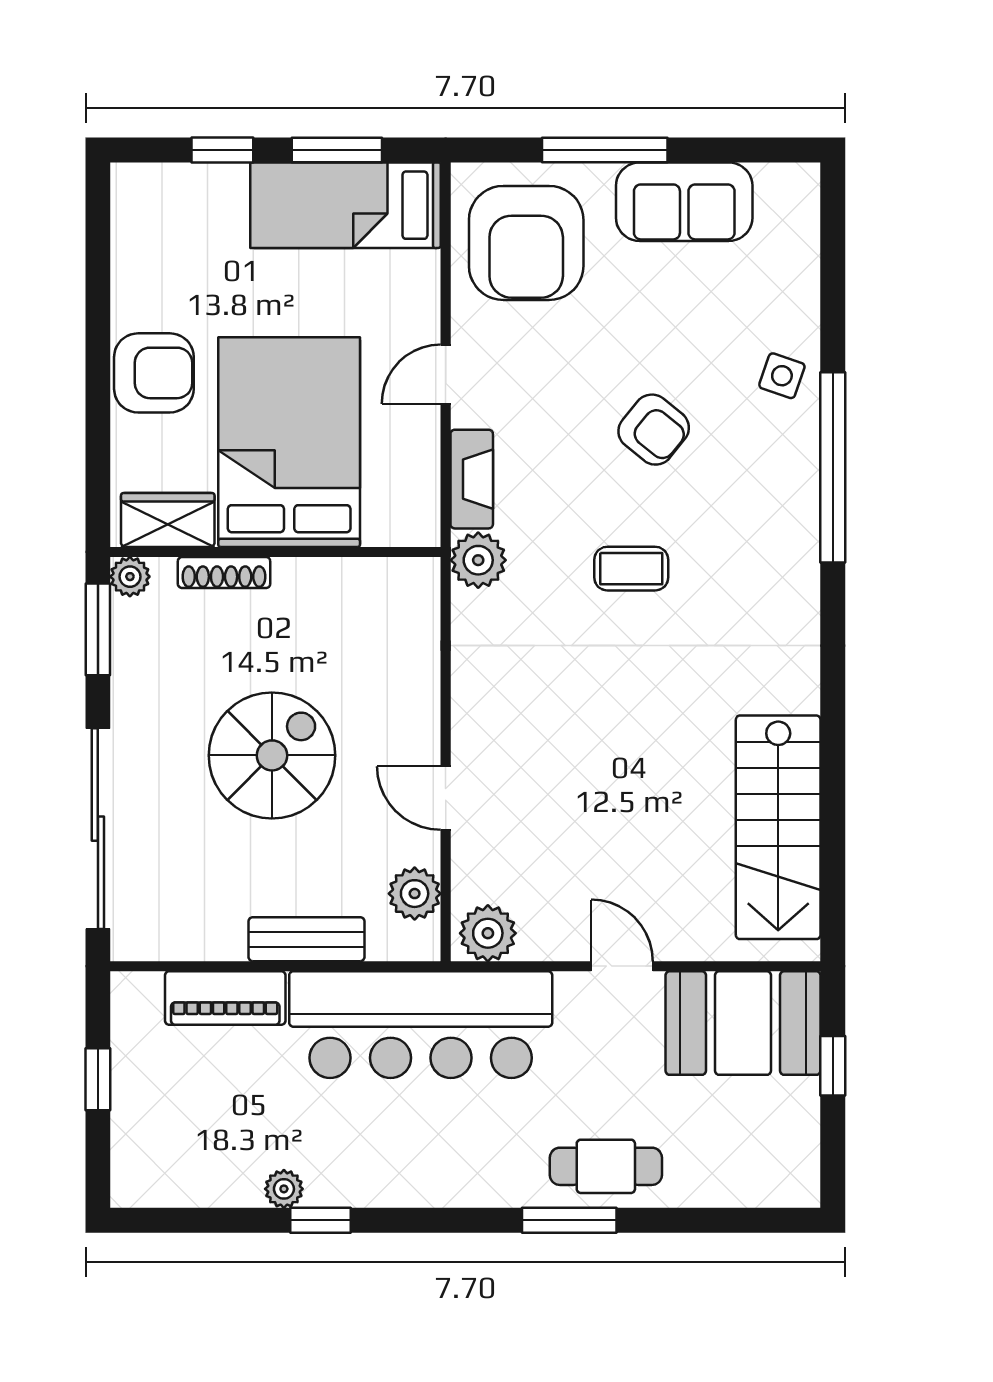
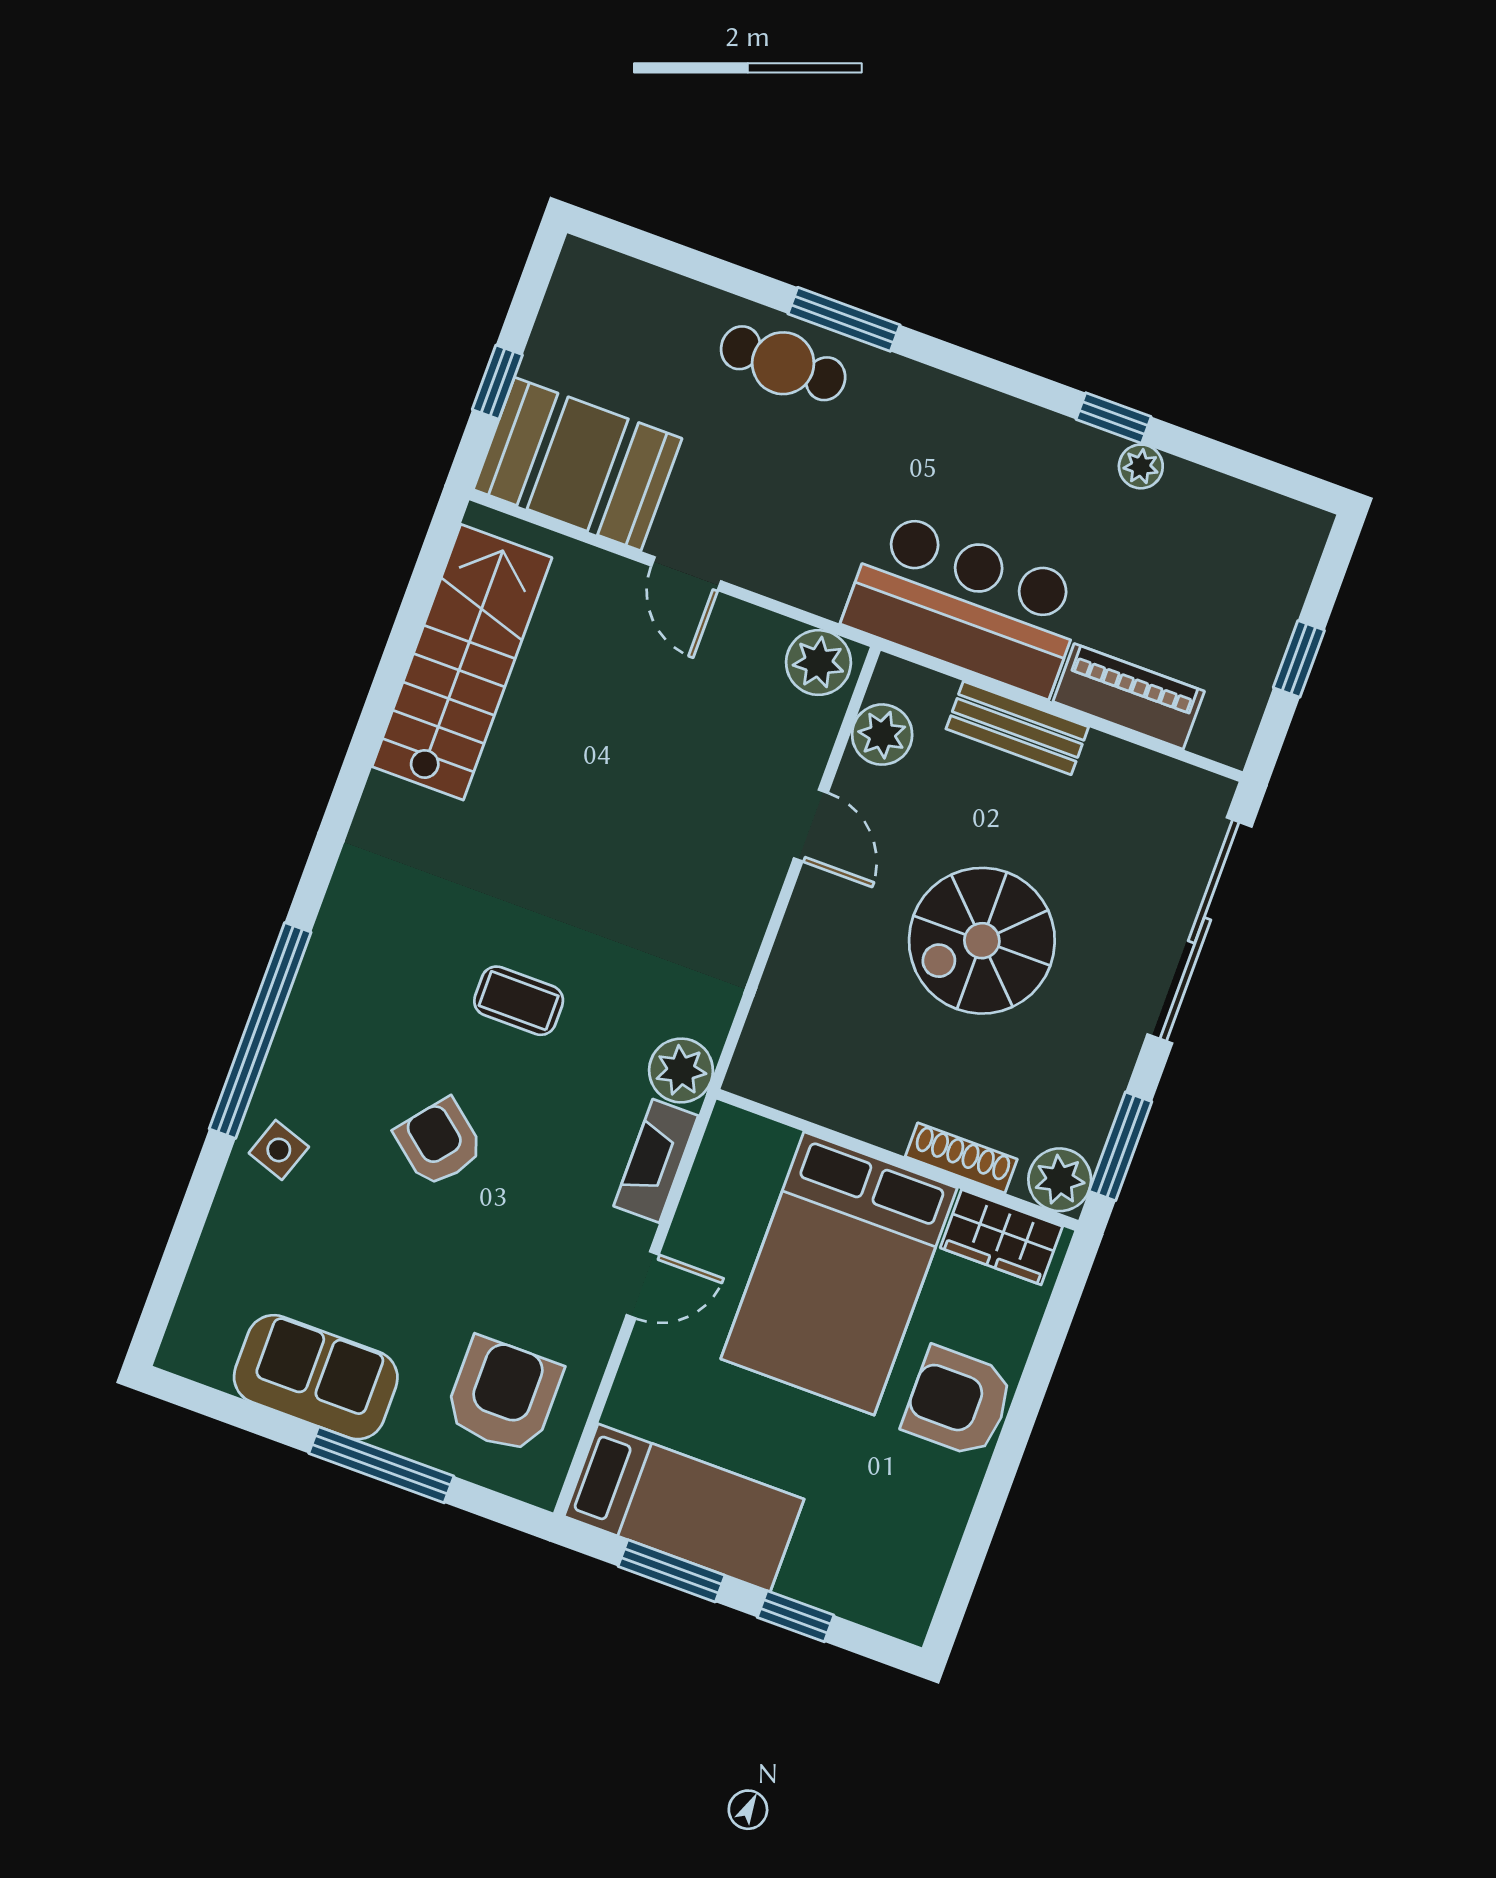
armchair: (526, 243) -> (503, 1395), width x0.73, depth x0.73
plant: (130, 577) -> (1060, 1180), width x1.38, depth x1.38
bar counter: (421, 1025) -> (965, 604), width x0.73

